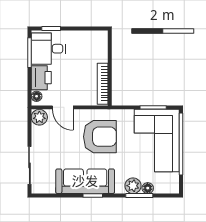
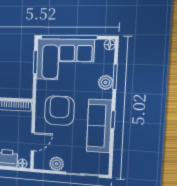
plant: (39, 117) -> (57, 164), moved
floor lamp: (148, 188) -> (110, 45), moved

